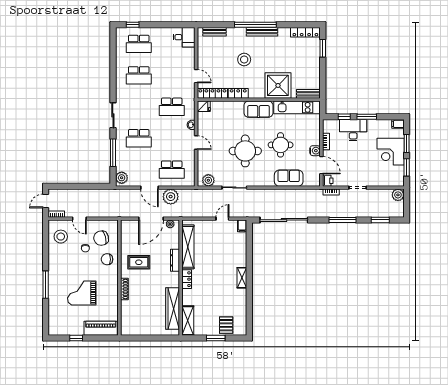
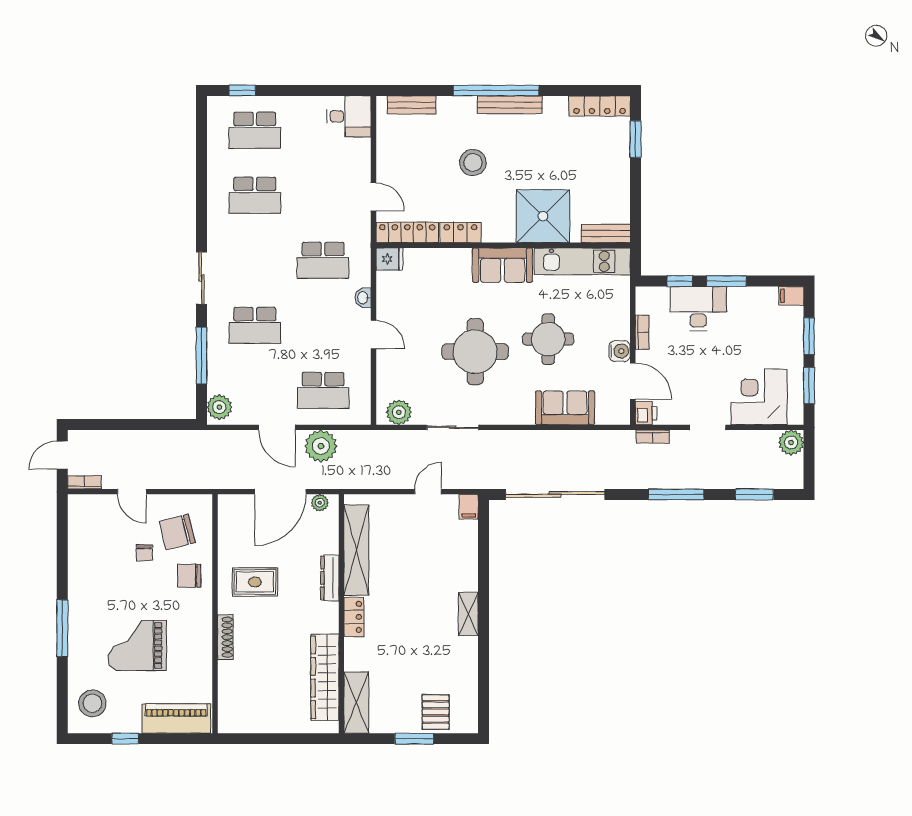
corner desk: (391, 152) -> (759, 397), moved, turned 90
stool: (61, 237) -> (92, 703), moved

